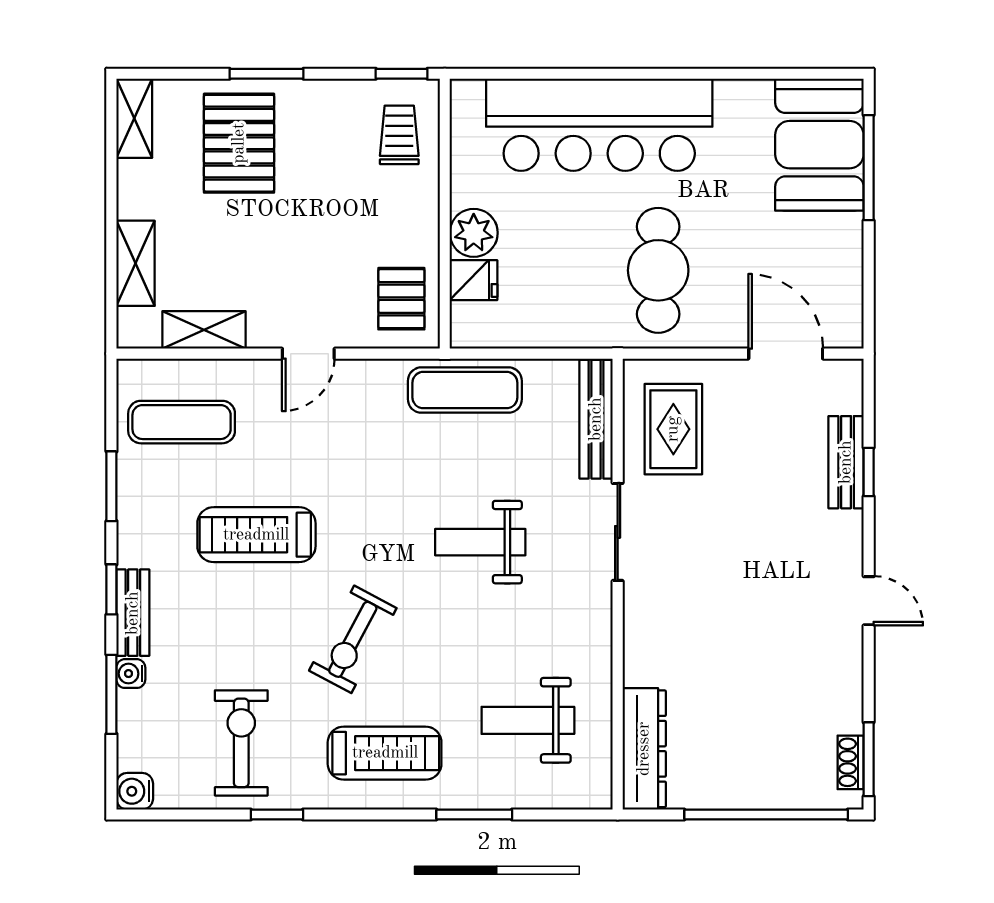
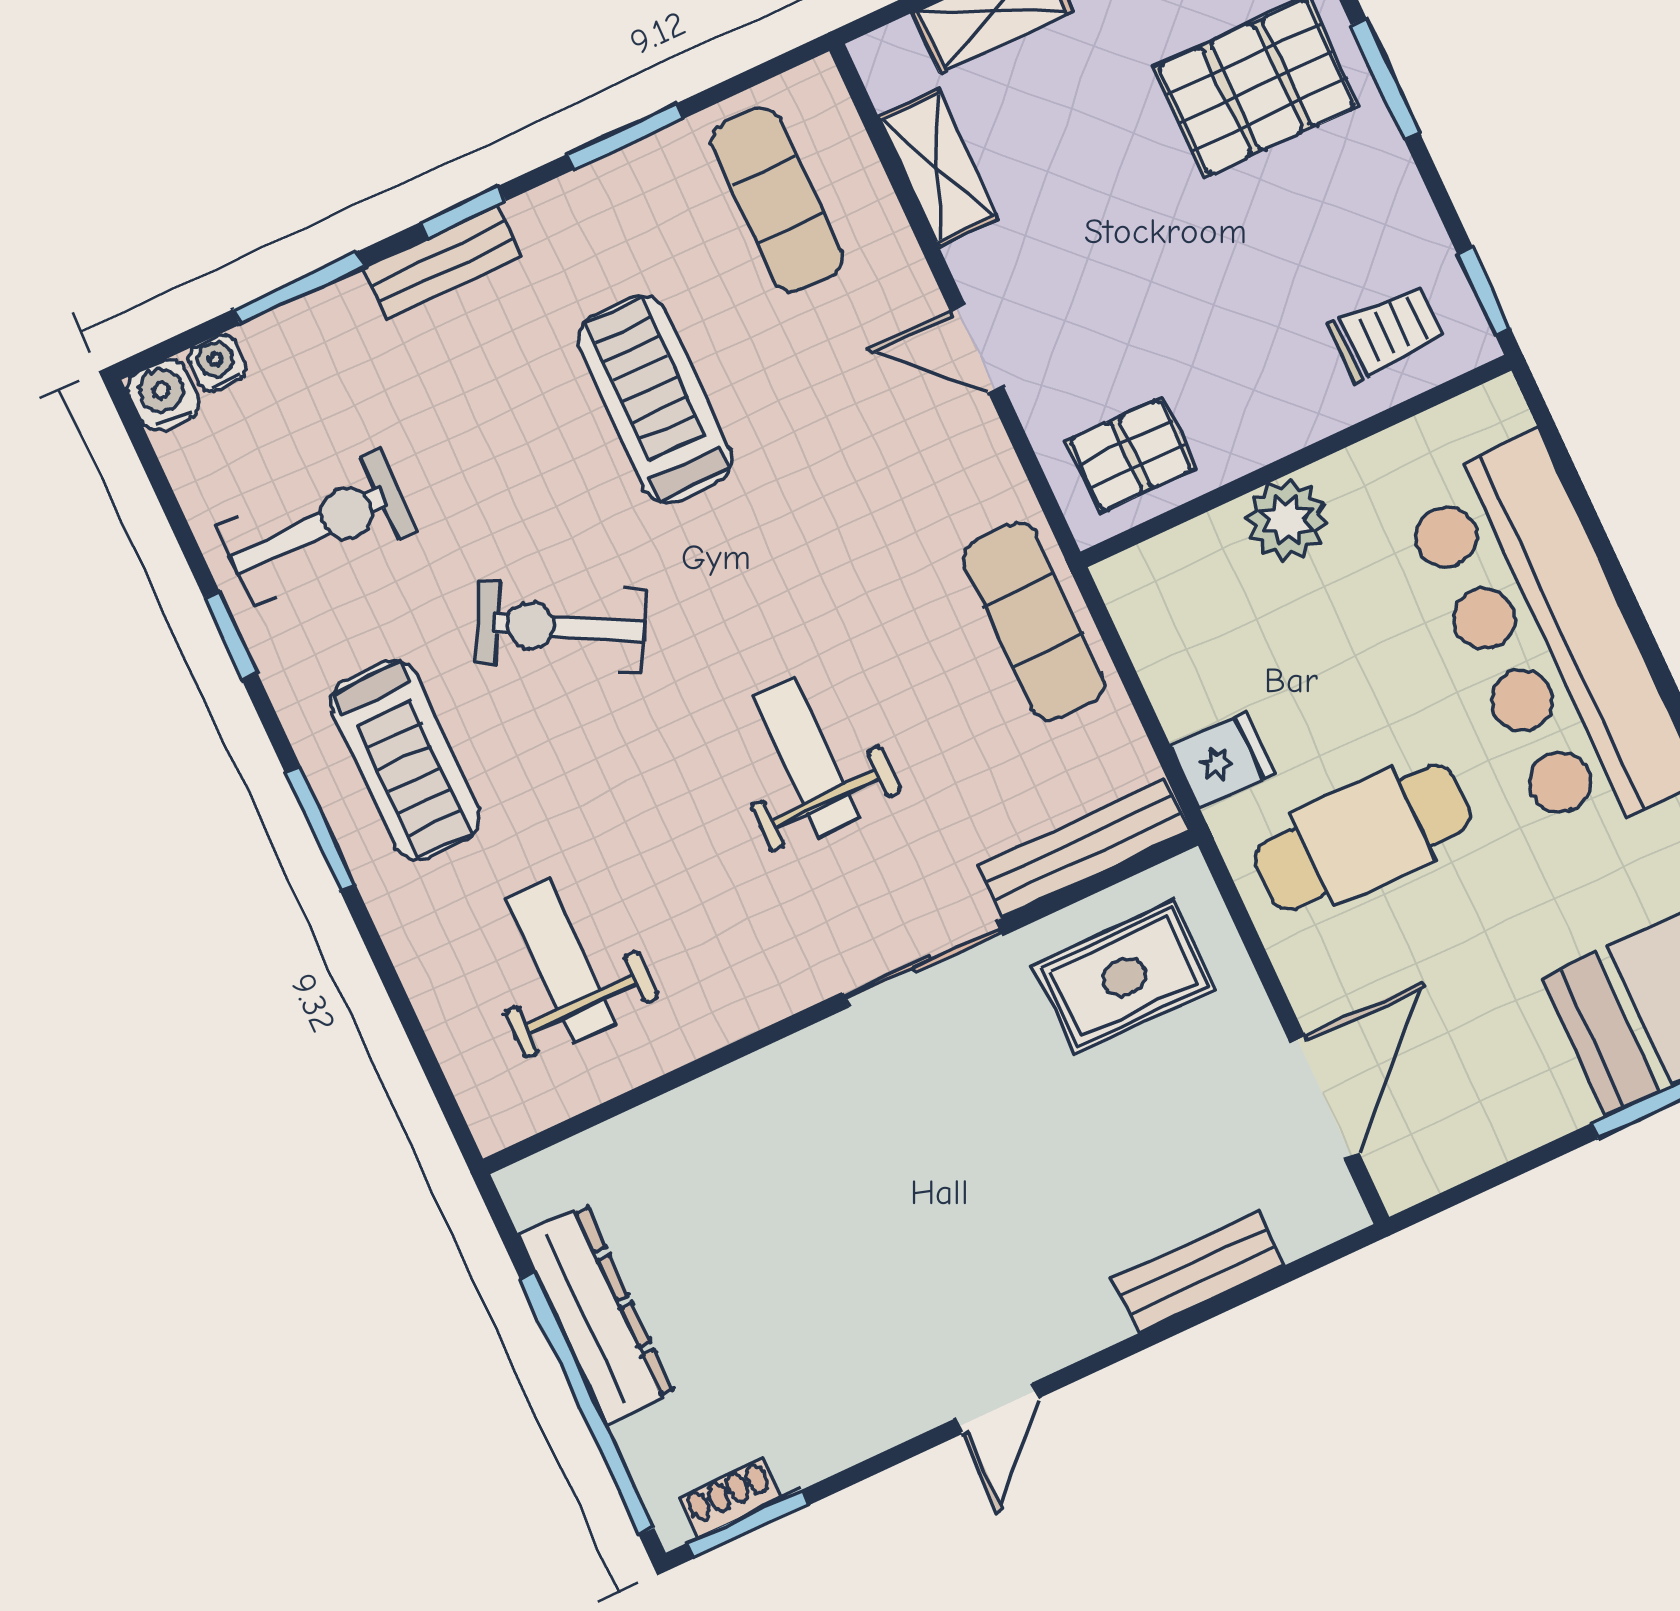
fridge: (473, 280) -> (1223, 760), moved, turned -90
window: (869, 472) -> (1199, 1315), removed
water cooler: (131, 674) -> (217, 363), moved
dresser: (644, 749) -> (596, 1314), moved, turned -90
window: (474, 814) -> (320, 828), moved

